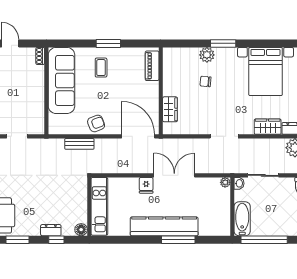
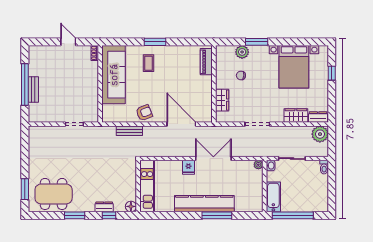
piano: (152, 66) -> (206, 62), moved
wall: (161, 91) -> (214, 84), moved
wardrobe: (170, 109) -> (222, 100), moved

